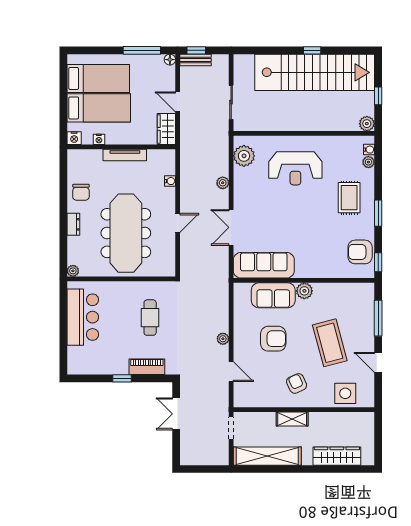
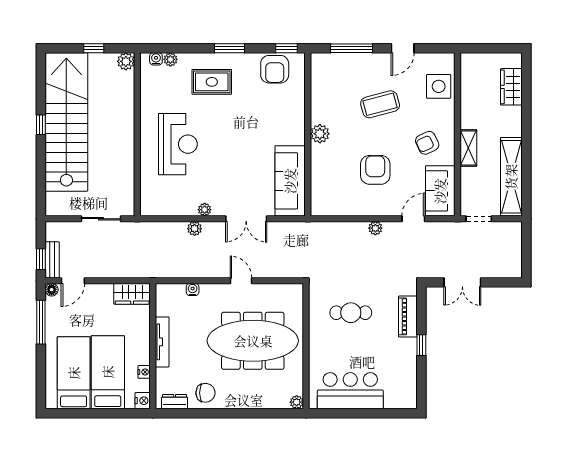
door: (178, 102) -> (73, 281), moved
plant: (244, 156) -> (205, 210), moved, width x0.53, depth x0.53
dresser: (73, 224) -> (175, 402), moved
sofa: (273, 295) -> (440, 191), moved, turned 180
coffee table: (330, 343) -> (380, 104), width x0.73, depth x0.76
wardrobe: (337, 456) -> (511, 87), width x0.67

